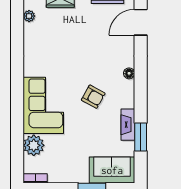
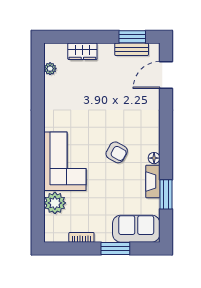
floor lamp: (129, 73) -> (154, 158), moved
bookcase: (35, 178) -> (81, 237), moved

